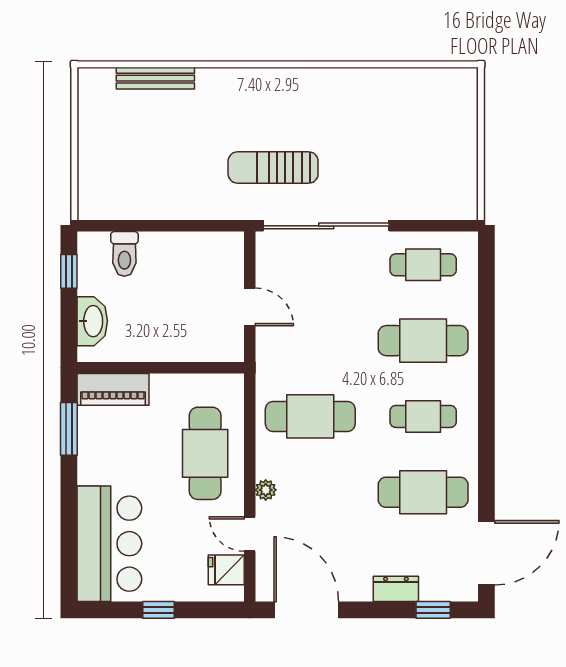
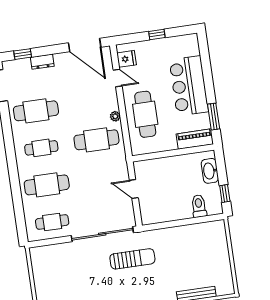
plant: (266, 490) -> (115, 116), moved
bar counter: (109, 544) -> (189, 86), moved

